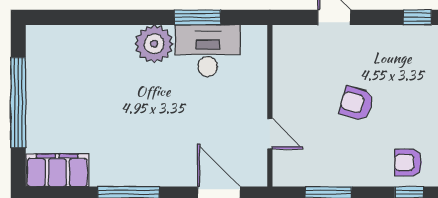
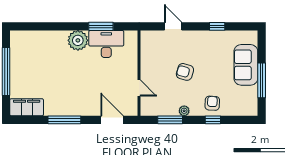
armchair: (408, 163) -> (212, 103), turned 93
plant: (355, 177) -> (184, 111), added

